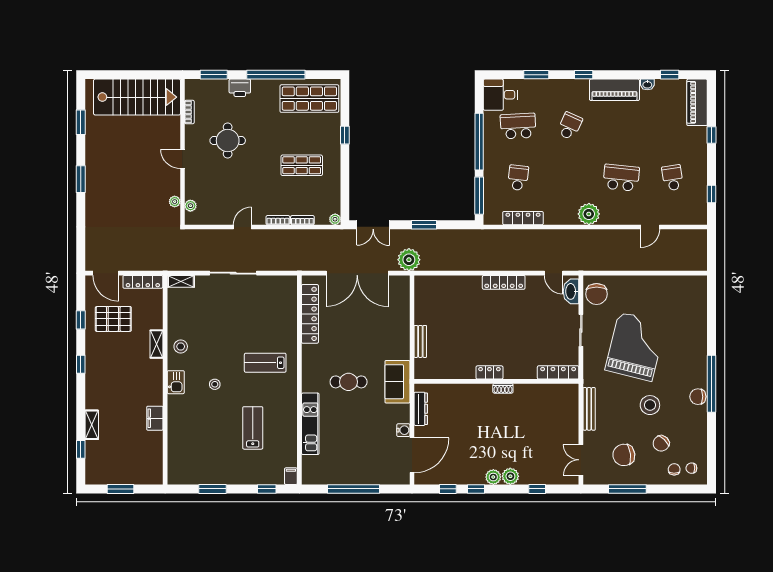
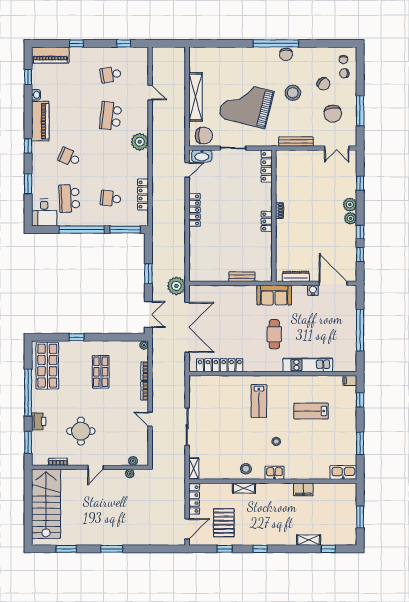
shelving: (645, 284) -> (196, 97), added
kitchen sink: (176, 468) -> (343, 472), added

